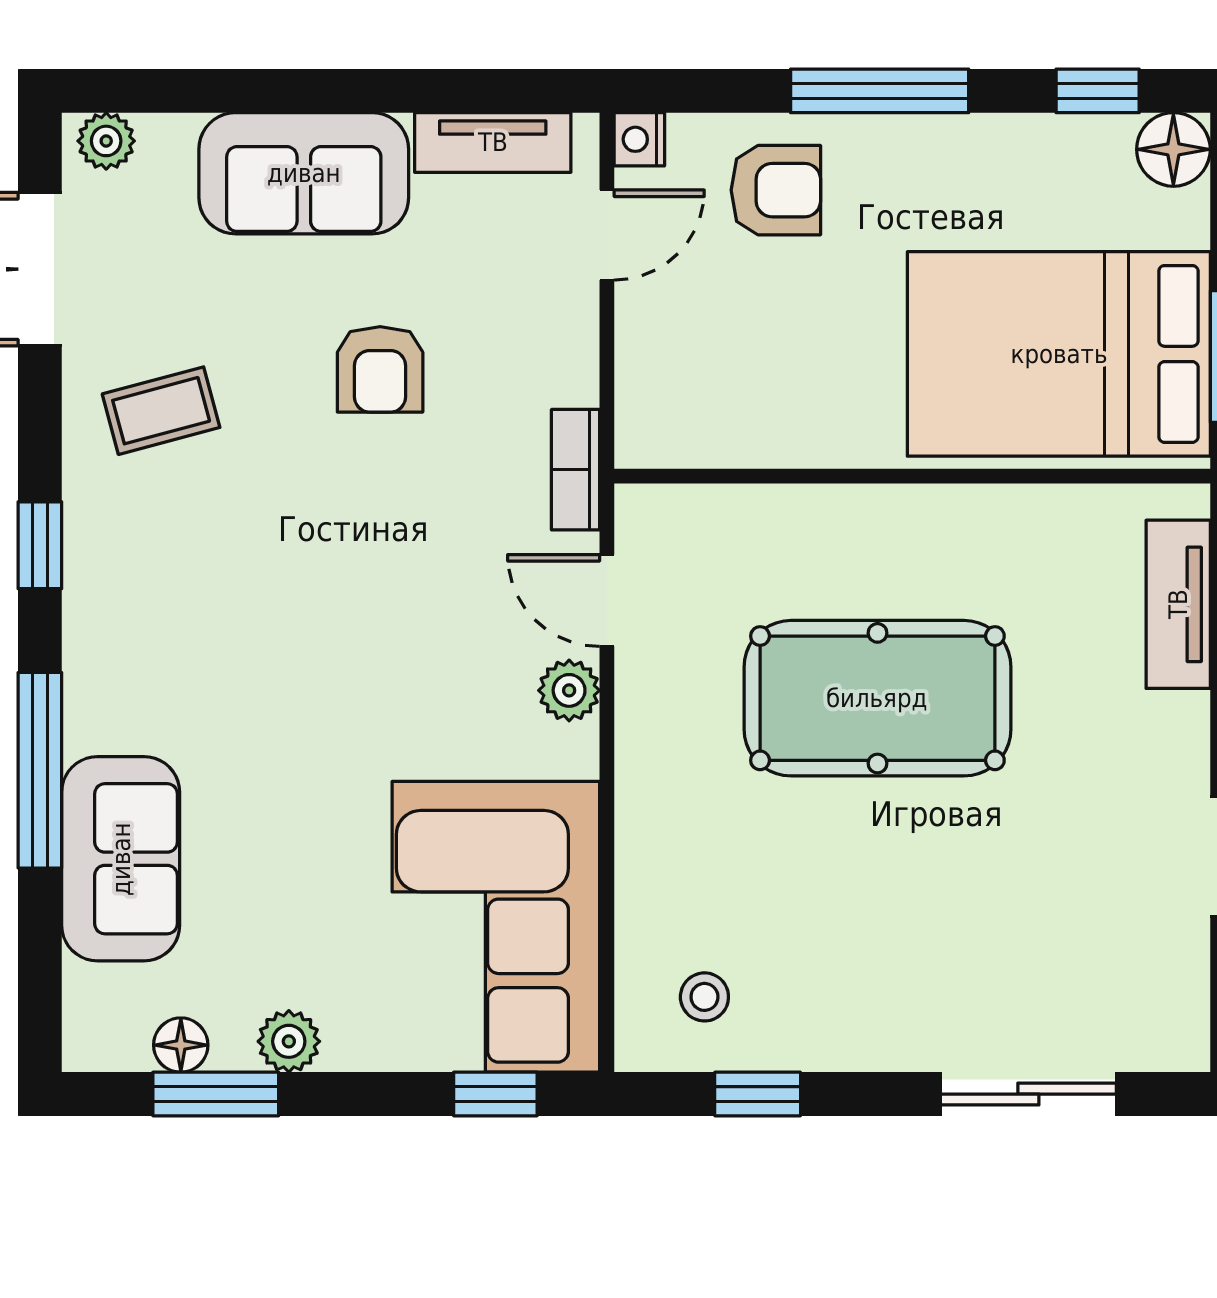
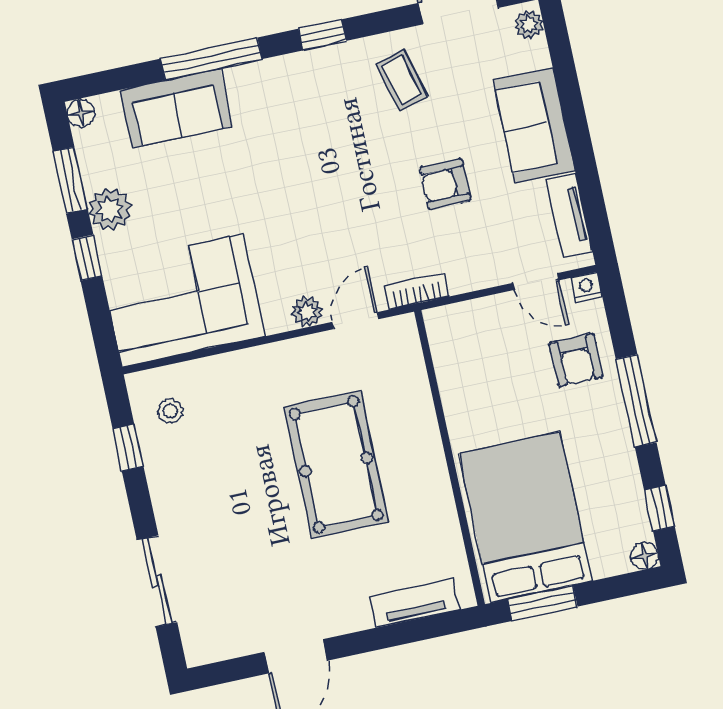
floor lamp: (1173, 149) -> (644, 556), width x0.73, depth x0.73
plant: (289, 1041) -> (110, 209), width x1.38, depth x1.38
floor lamp: (181, 1045) -> (81, 113), moved
window: (495, 1094) -> (87, 258), moved

